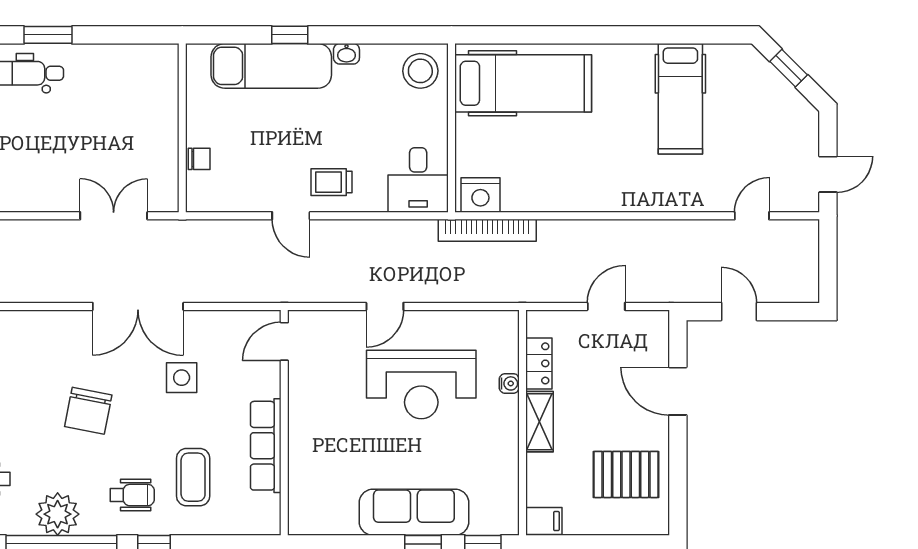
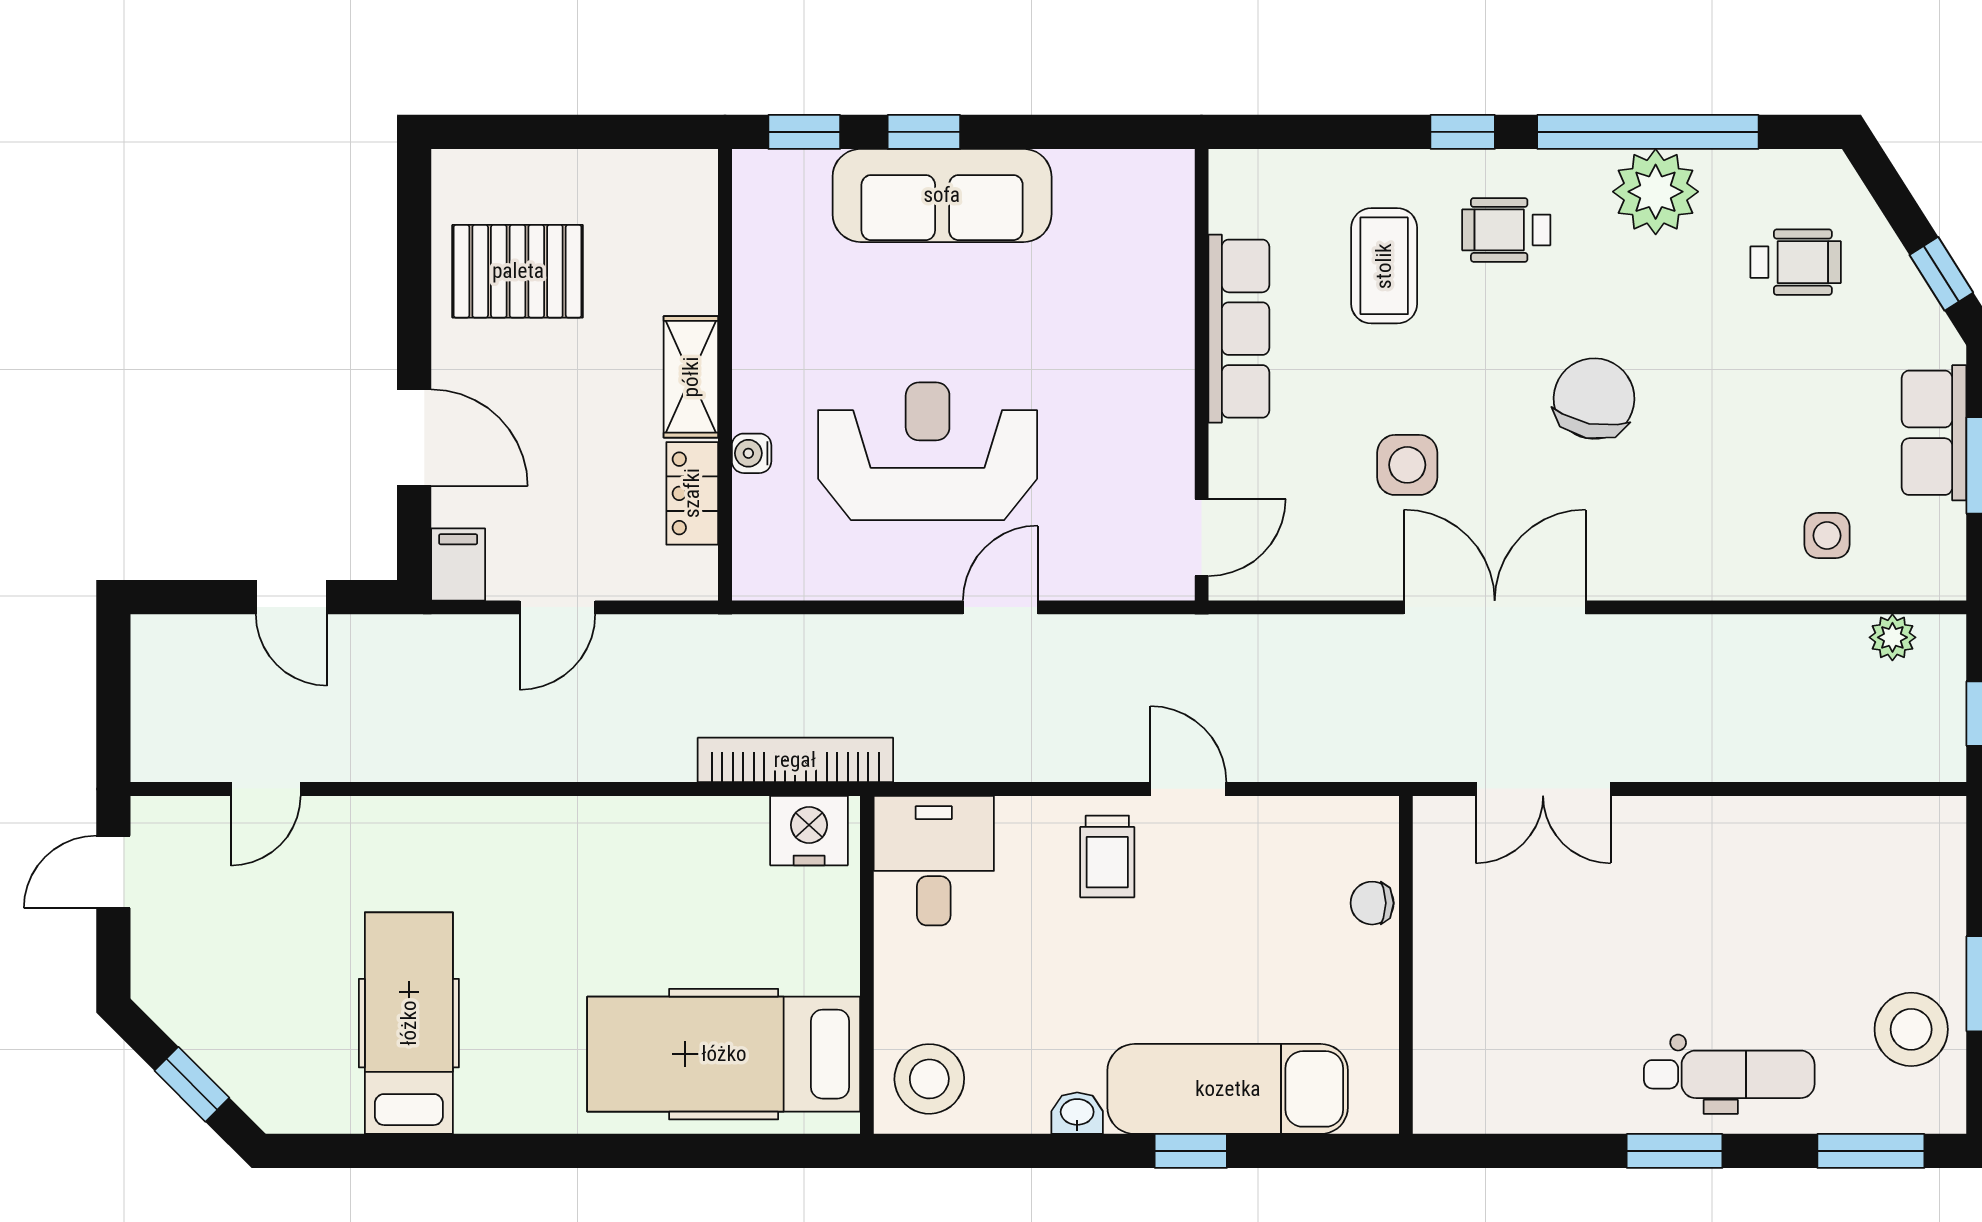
trolley: (331, 182) -> (1107, 856), turned 90
filing cabinet: (544, 521) -> (458, 564), moved, turned 90

